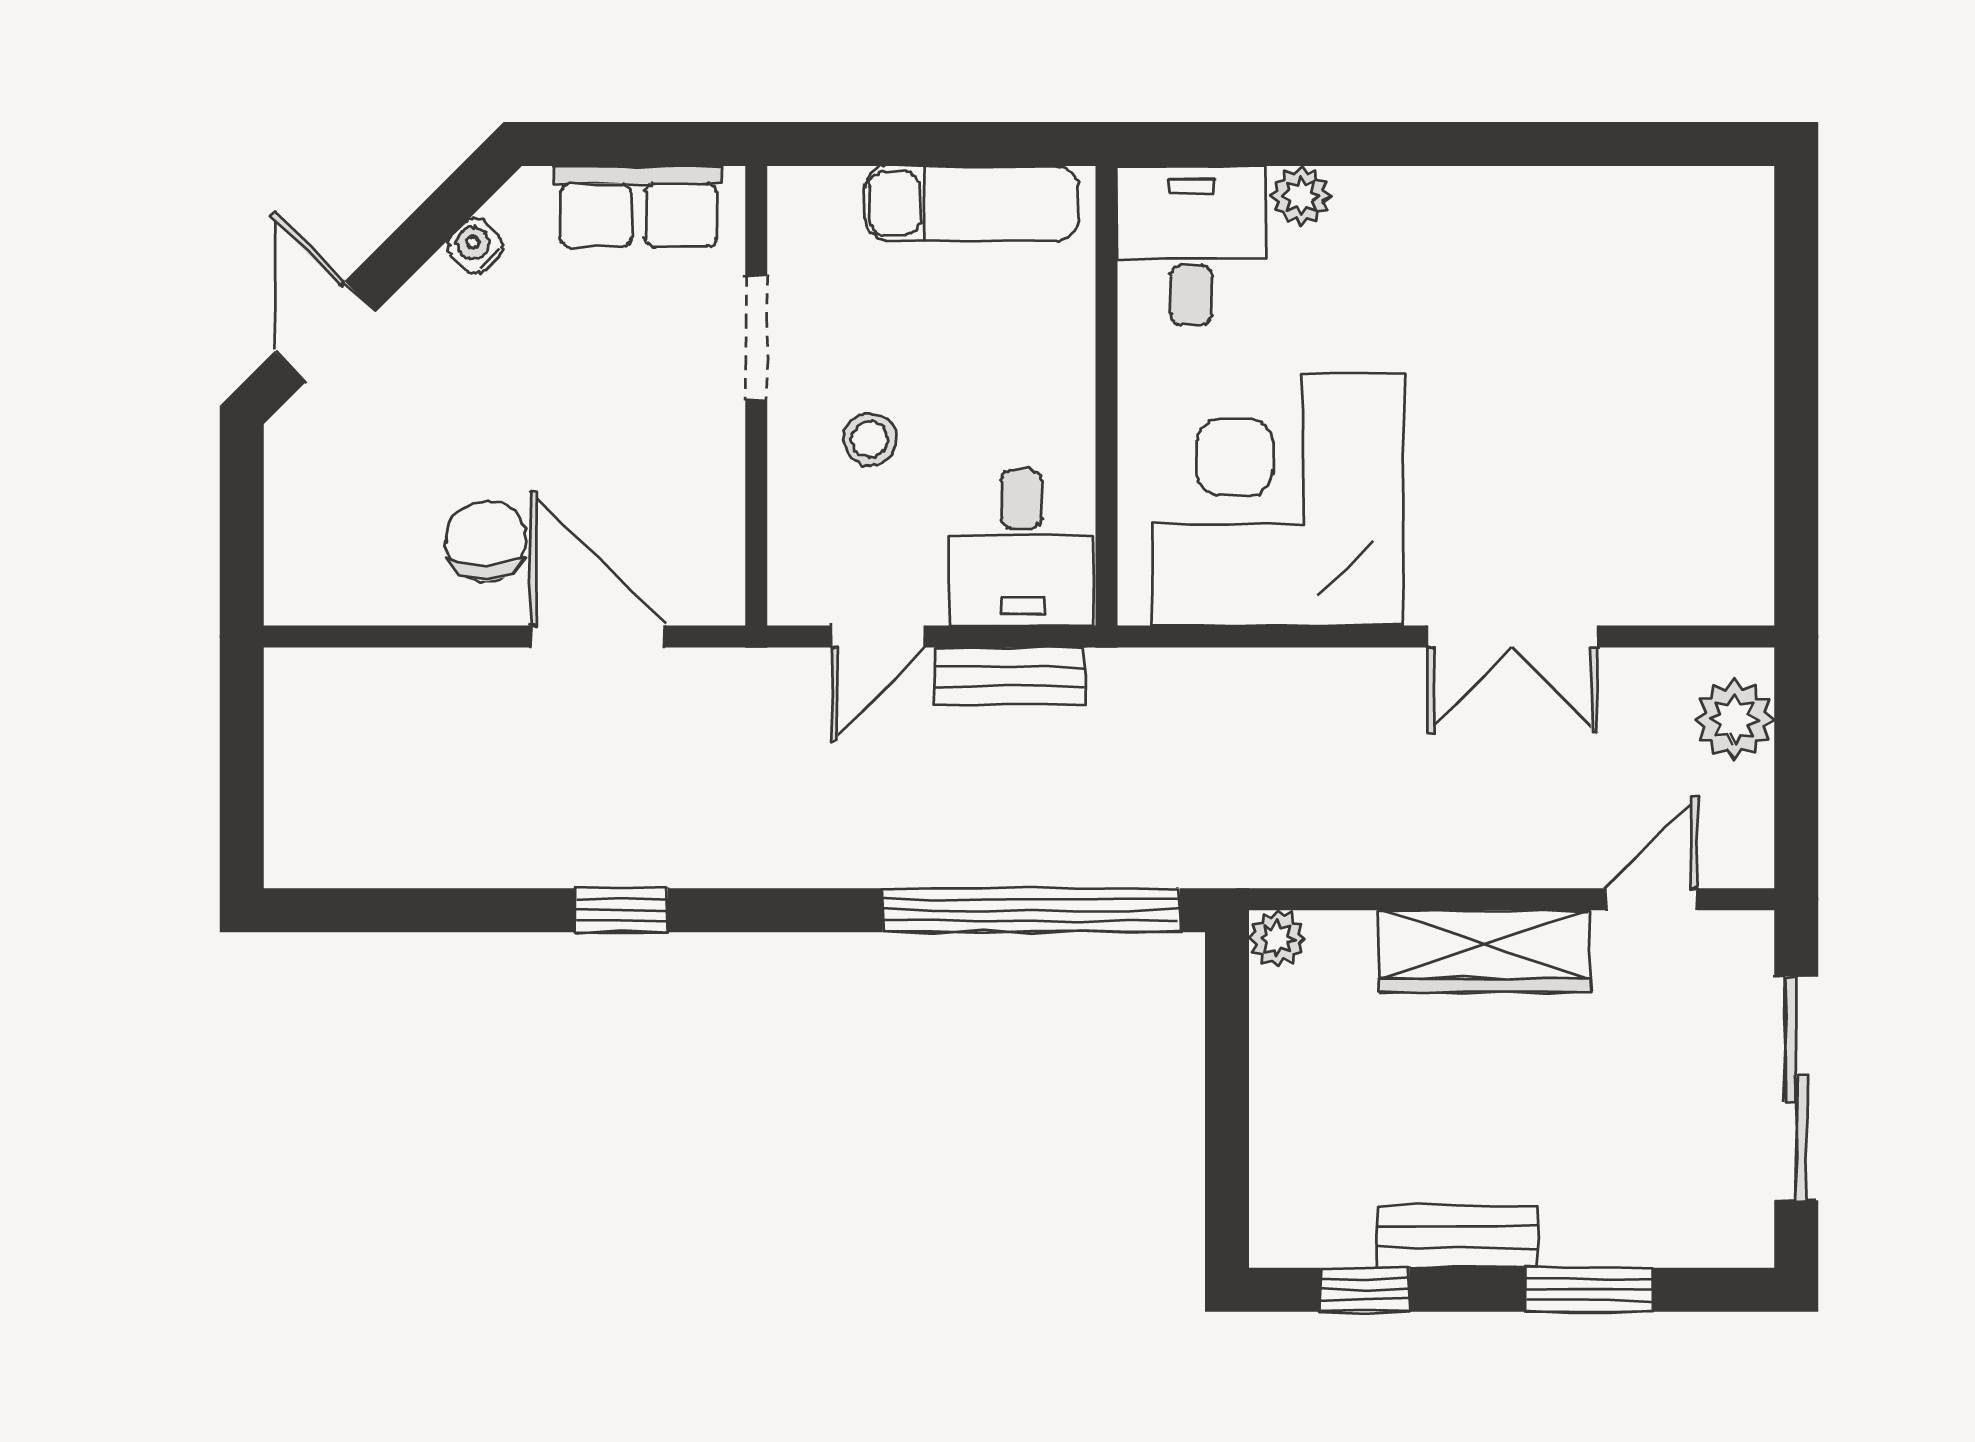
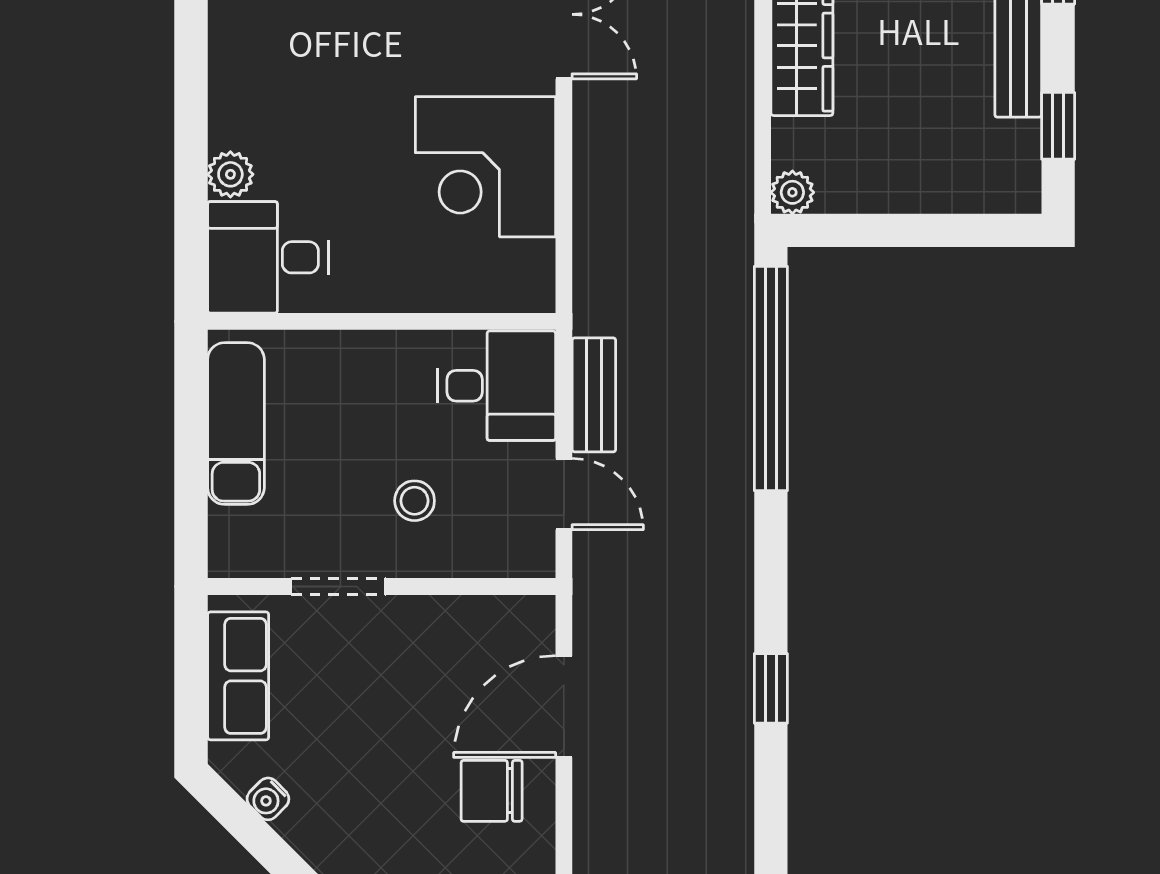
corner desk: (1278, 500) -> (485, 167), width x0.74, depth x0.74

